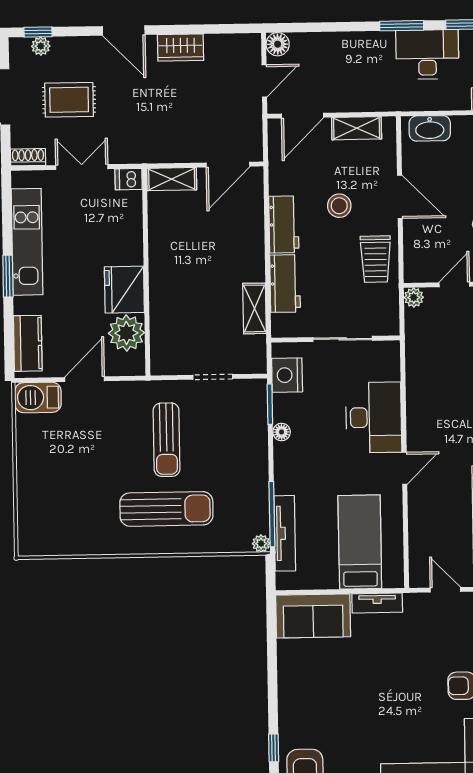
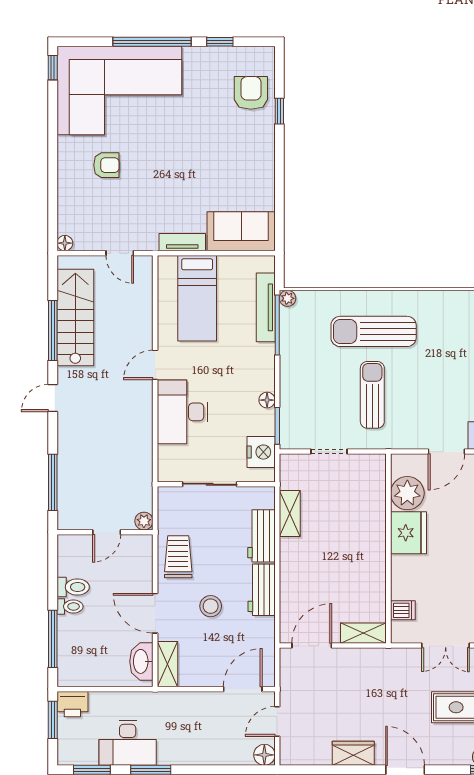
shelving: (357, 128) -> (168, 664), moved, turned 90
washbasin: (430, 128) -> (141, 661), moved, turned -90
dishwasher: (129, 179) -> (403, 610), moved

